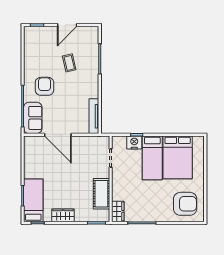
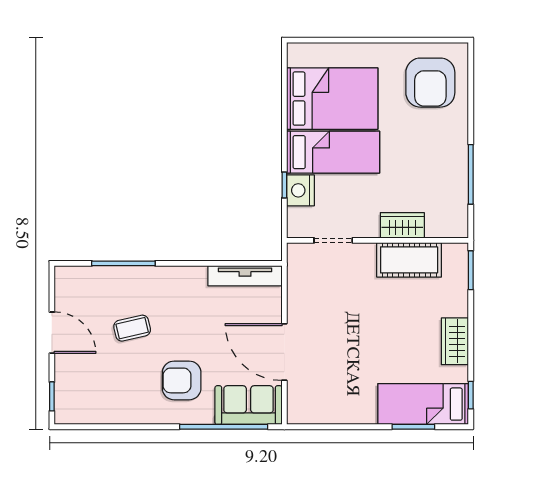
door: (58, 135) -> (284, 352), swing flipped
armchair: (185, 204) -> (430, 83), turned 180
wardrobe: (118, 211) -> (402, 225), moved

